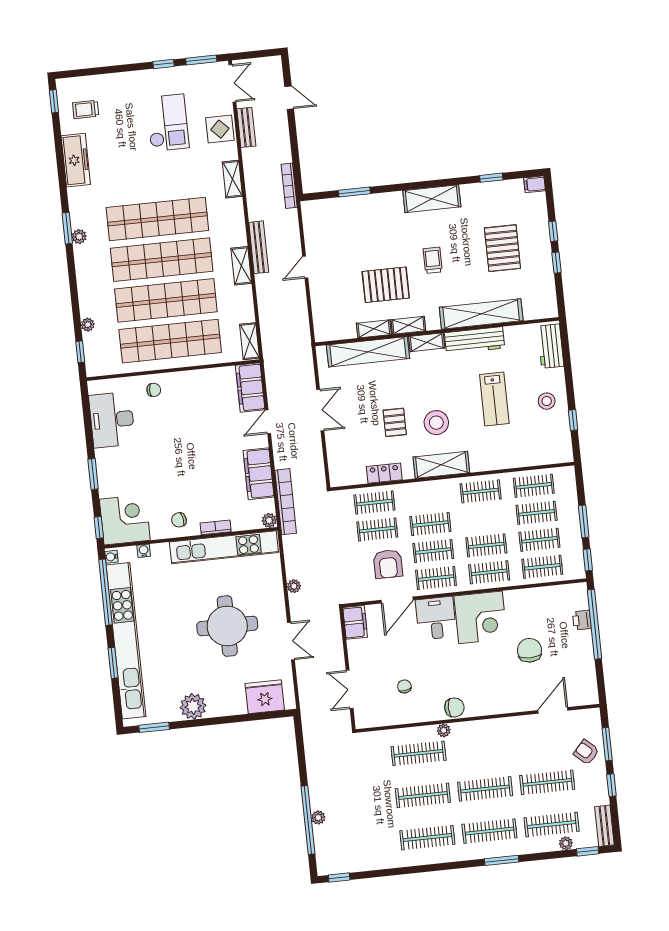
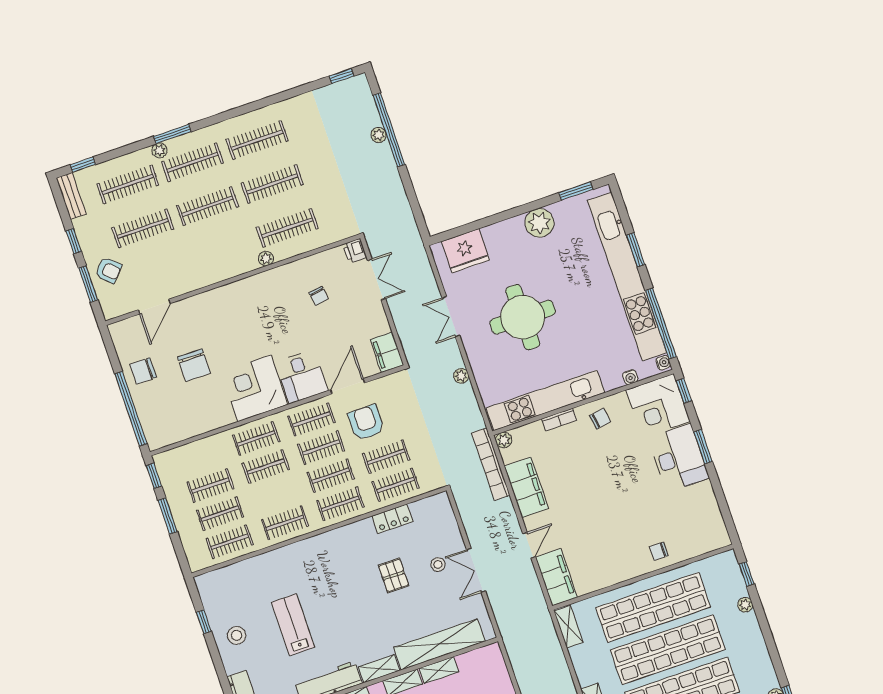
desk: (112, 420) -> (679, 458), moved
stool: (436, 423) -> (438, 564), moved, width x0.53, depth x0.53
shelving: (441, 465) -> (333, 542), removed
clothes rail: (542, 567) -> (340, 504), moved
printer: (582, 620) -> (355, 251), moved, turned 180
chair: (454, 707) -> (143, 371), moved
plant: (566, 843) -> (159, 150), moved

